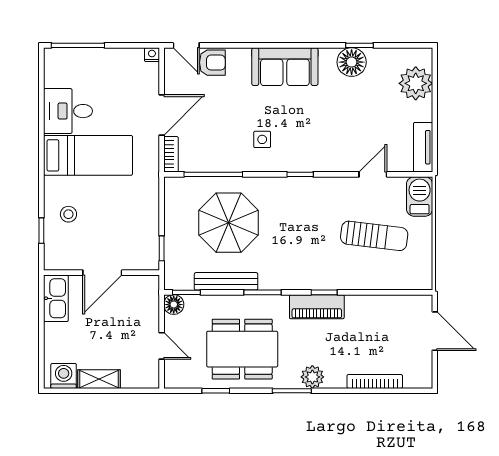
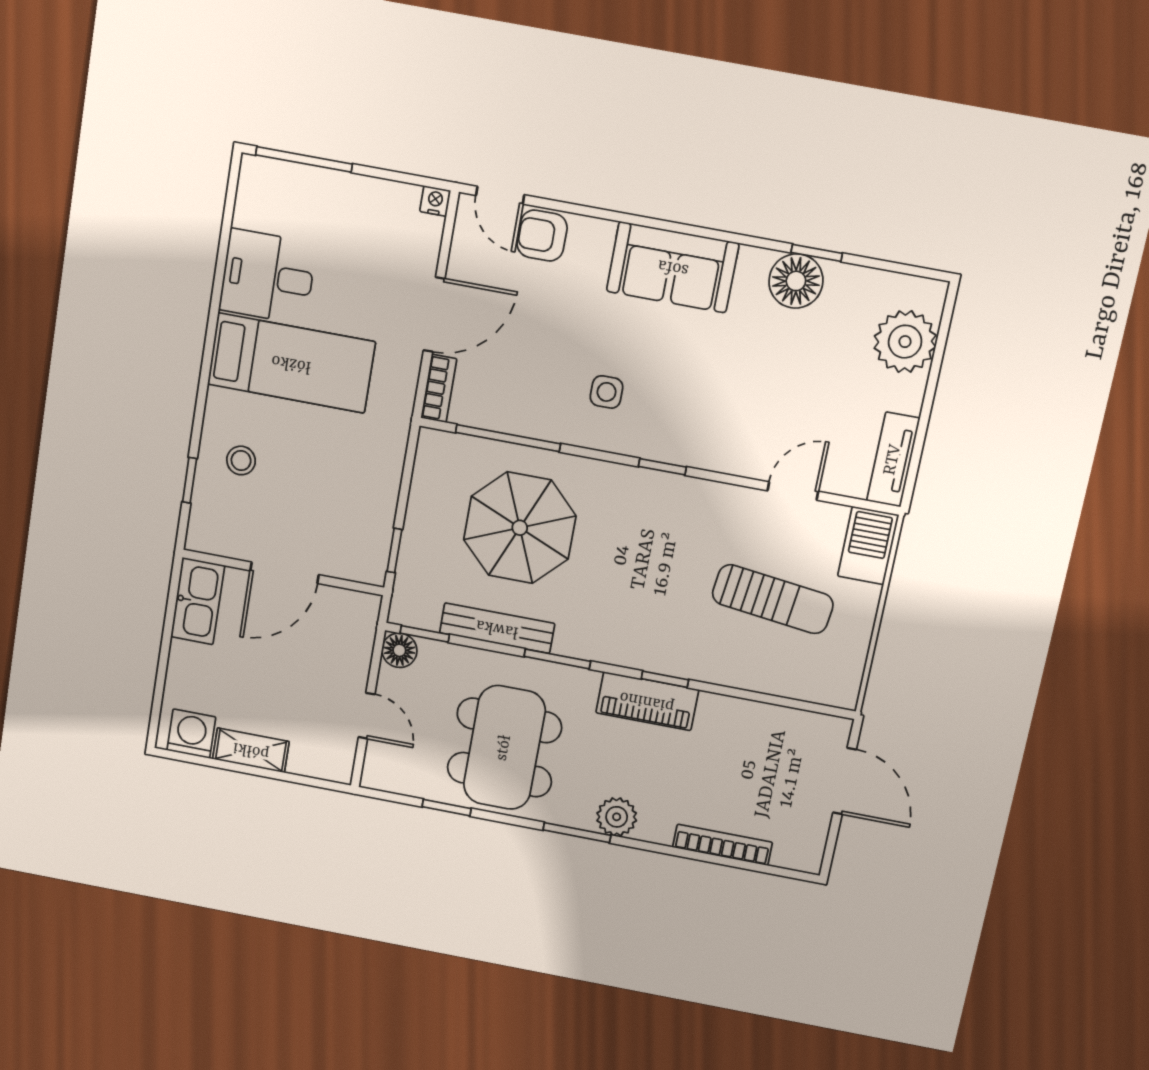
armchair: (212, 63) -> (542, 236), turned 180
dining table: (242, 349) -> (504, 748), turned 90

